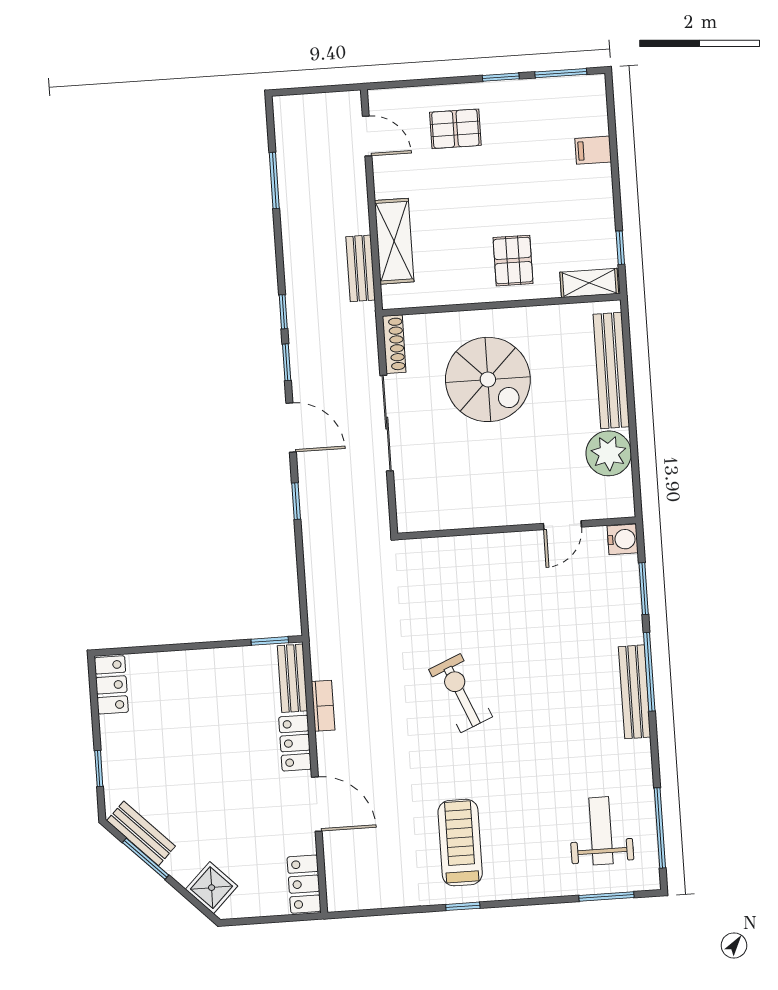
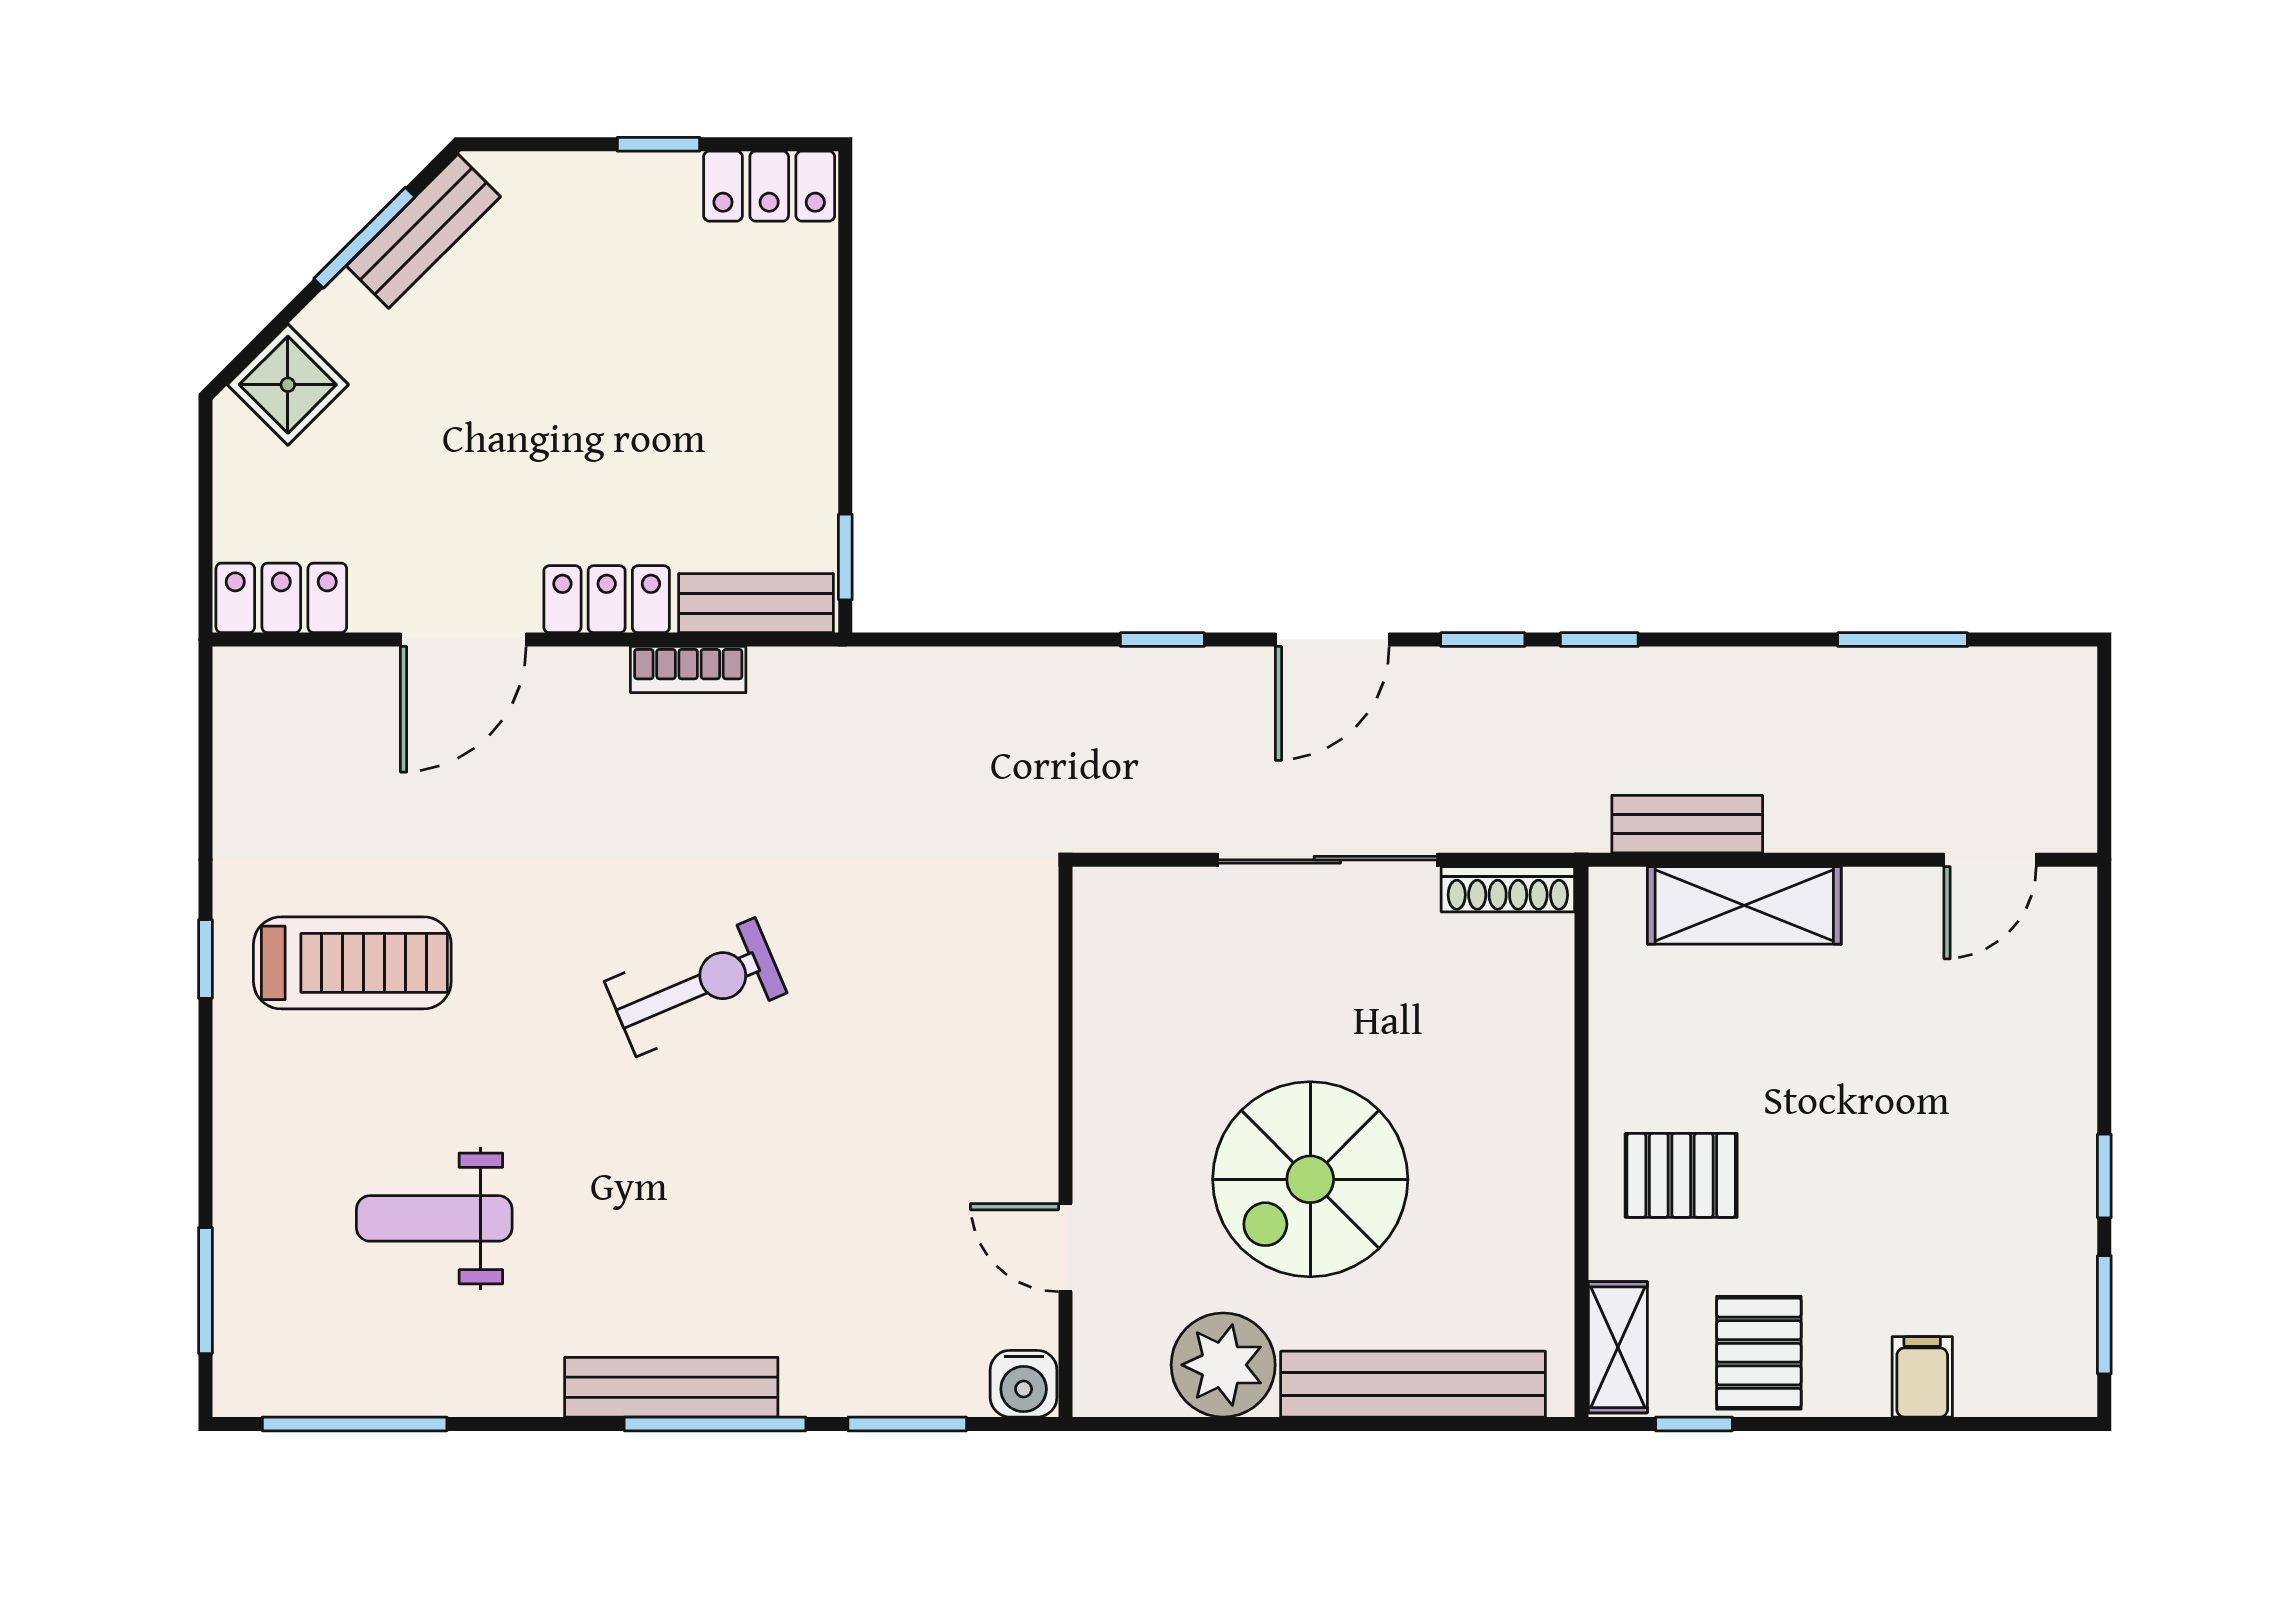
pallet: (455, 129) -> (1759, 1353), moved
spiral stairs: (488, 379) -> (1310, 1179), moved
window: (99, 769) -> (658, 144), moved
weight bench: (601, 831) -> (434, 1218), moved, turned 180

